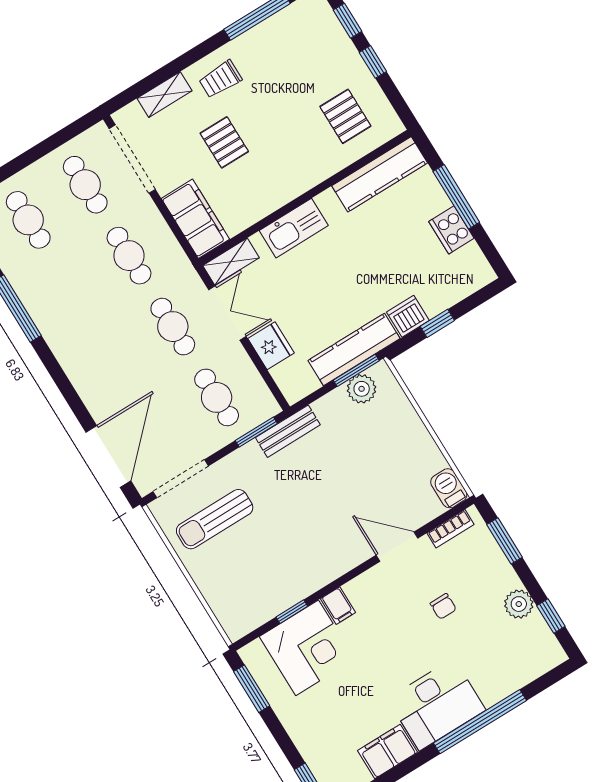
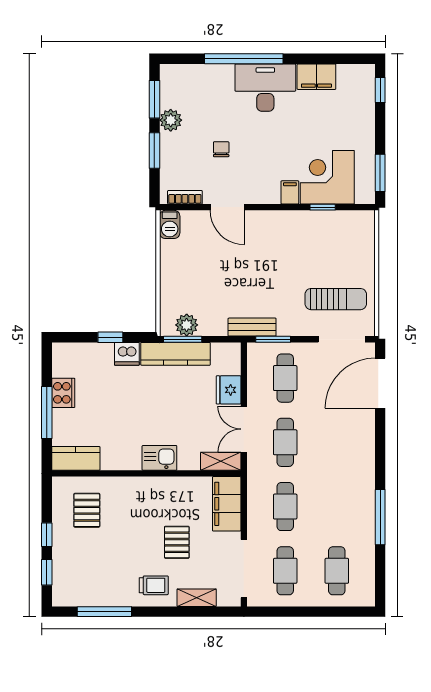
kitchen counter: (380, 174) -> (76, 458), width x0.67
kitchen sink: (294, 228) -> (159, 458), width x0.73
window: (504, 541) -> (154, 150), moved
window: (551, 616) -> (154, 99), width x1.50

